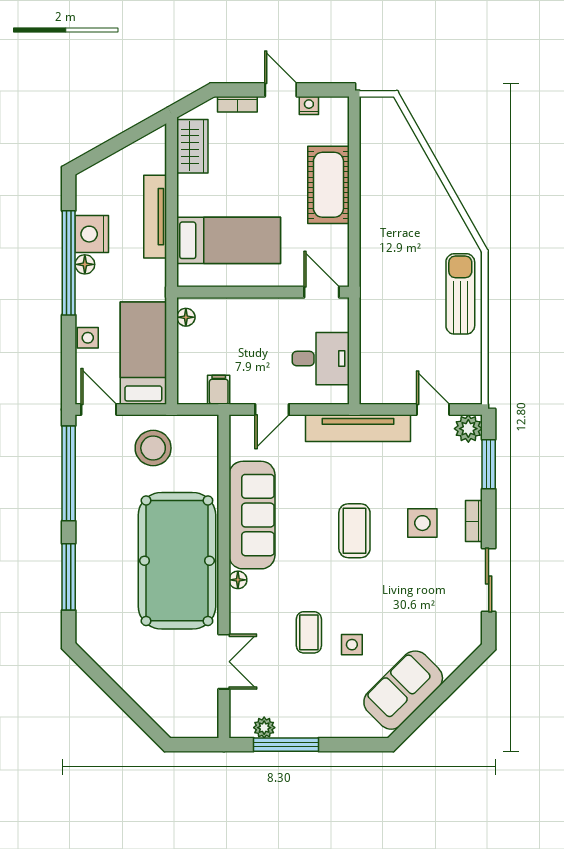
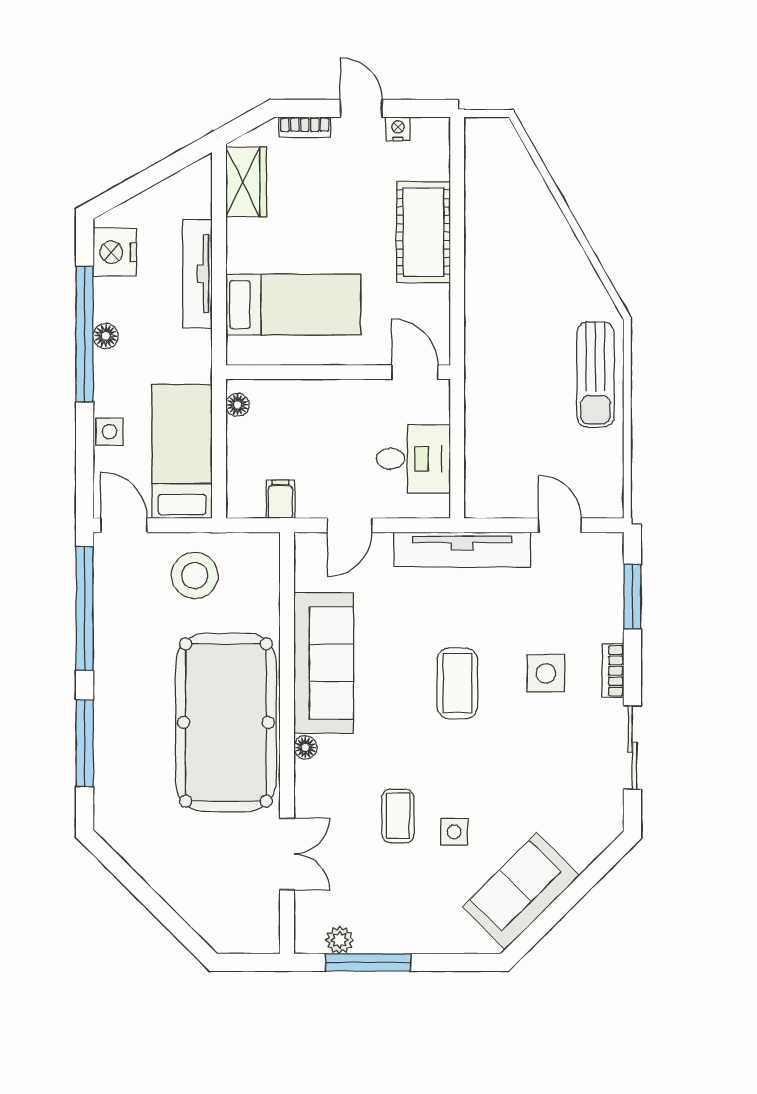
nightstand: (92, 234) -> (115, 252), moved
sun lounger: (460, 294) -> (595, 374), turned 180
plant: (468, 429) -> (606, 550), removed

